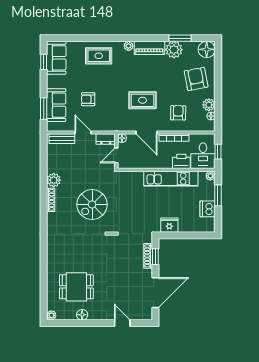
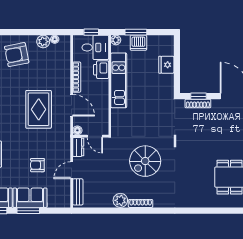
armchair: (88, 99) -> (37, 165), turned 90
rug: (143, 100) -> (39, 109), width x1.36, depth x1.43
sofa: (56, 105) -> (30, 198), moved
window: (44, 109) -> (28, 211), moved
armchair: (178, 113) -> (51, 73), removed
door: (147, 133) -> (72, 105), hinge flipped
spiral stairs: (92, 204) -> (145, 161), turned 90
dishwasher: (208, 209) -> (138, 43), moved
fridge: (169, 225) -> (166, 65), moved

